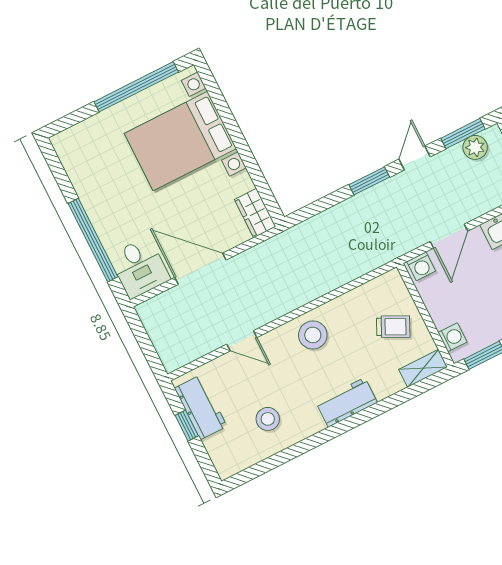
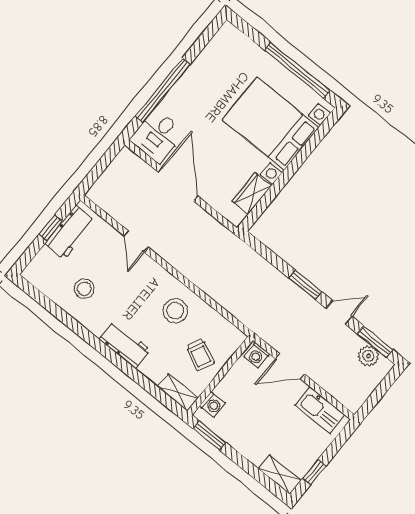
wardrobe: (255, 213) -> (252, 193), moved
stool: (313, 335) -> (175, 311), moved

